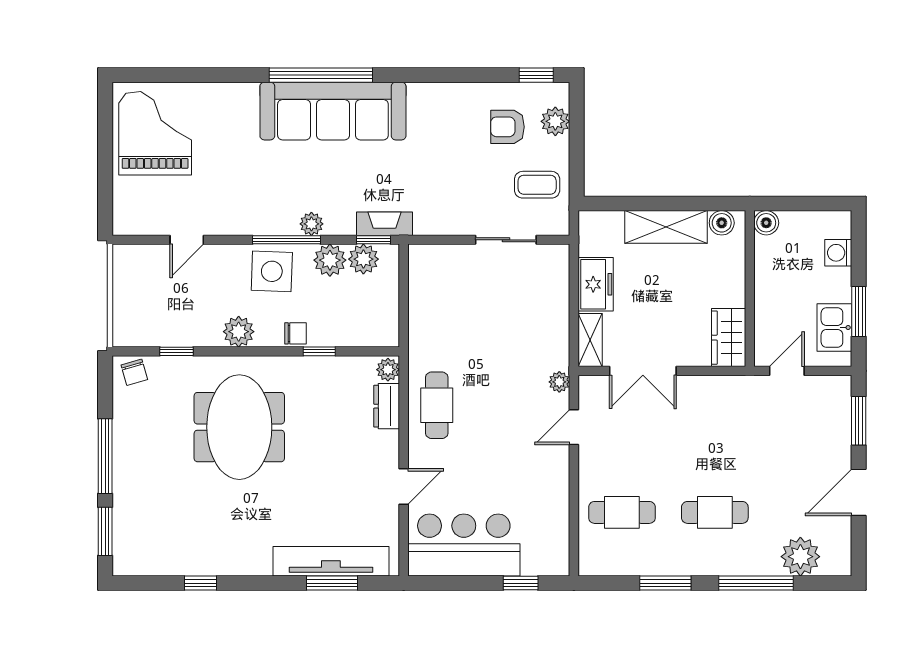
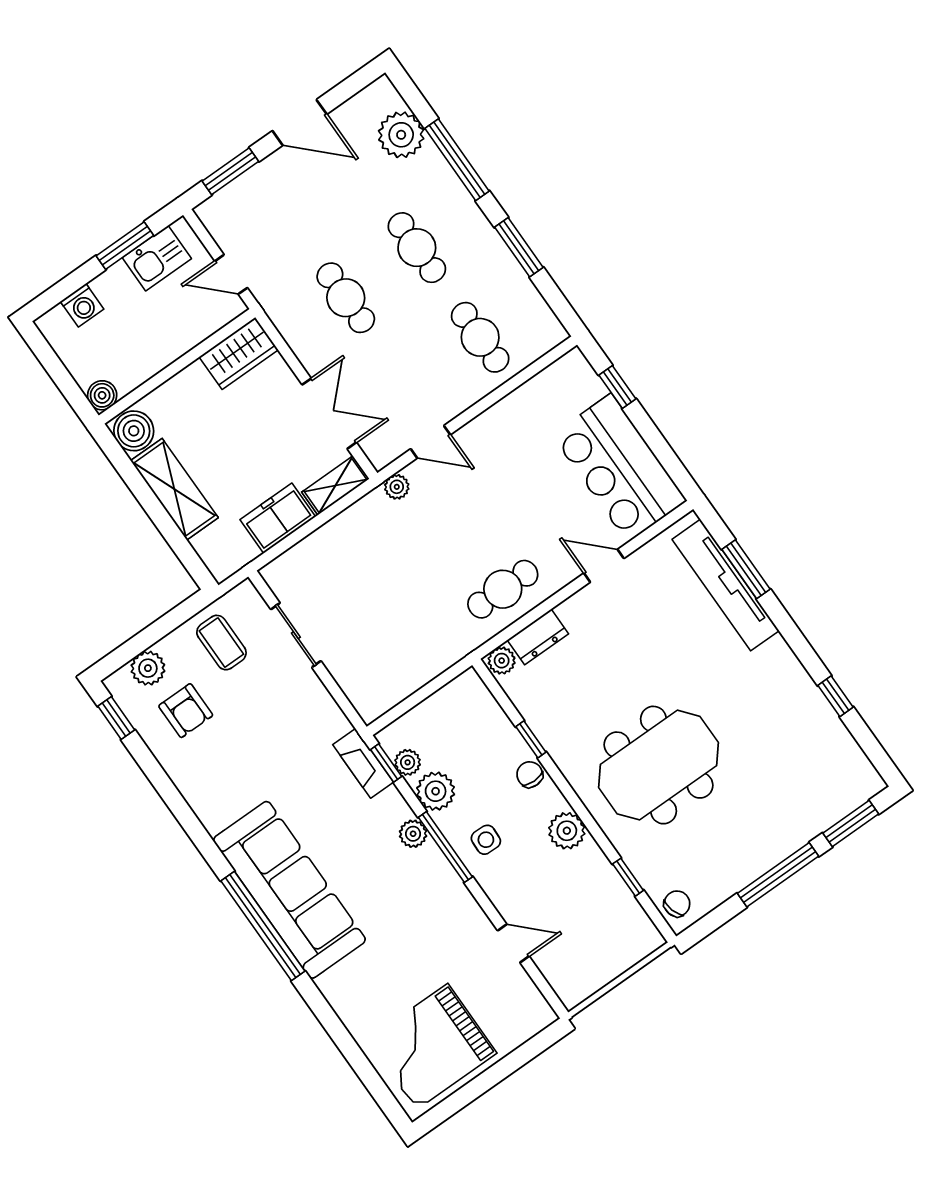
boiler: (722, 223) -> (134, 431), width x1.36, depth x1.36
plant: (363, 259) -> (408, 762), width x0.73, depth x0.73
side table: (272, 271) -> (486, 840), width x0.54, depth x0.54
cafe table: (715, 439) -> (346, 298), added

